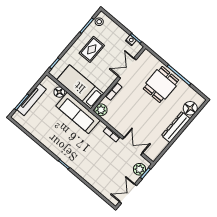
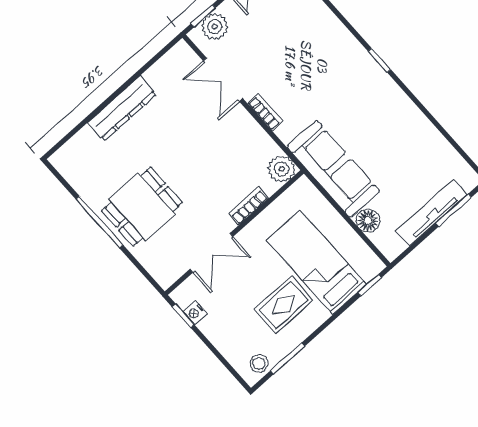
bed: (80, 87) -> (316, 262), moved, turned 180
floor lamp: (190, 108) -> (85, 145), removed

